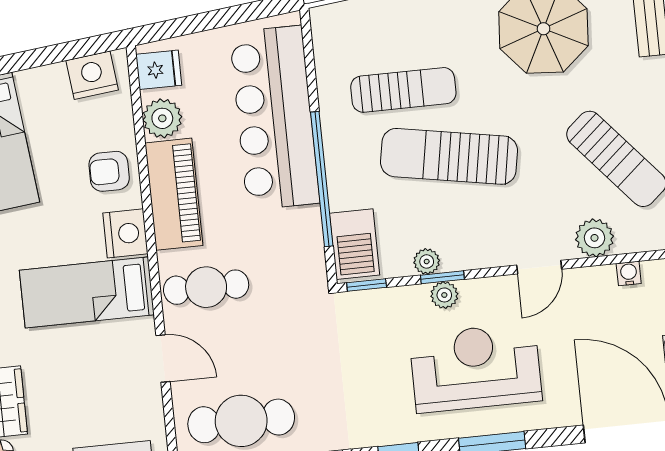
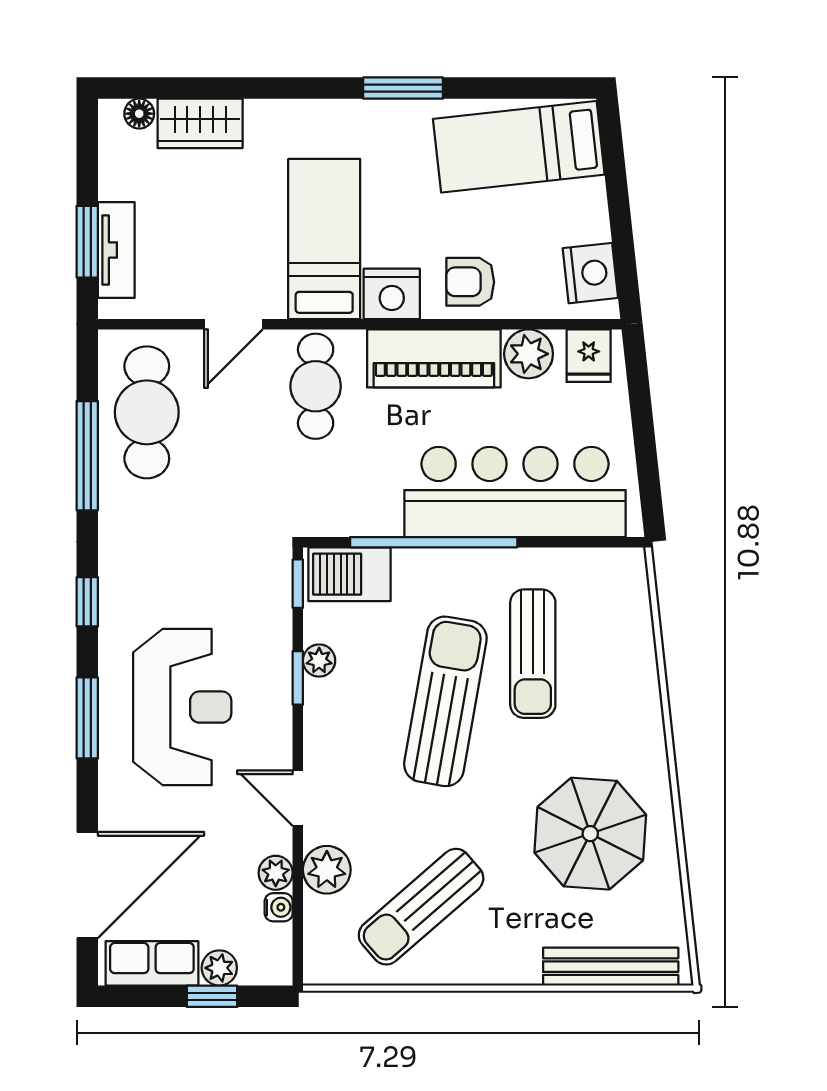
armchair: (109, 171) -> (470, 282), turned -90
plant: (444, 295) -> (276, 873), moved

